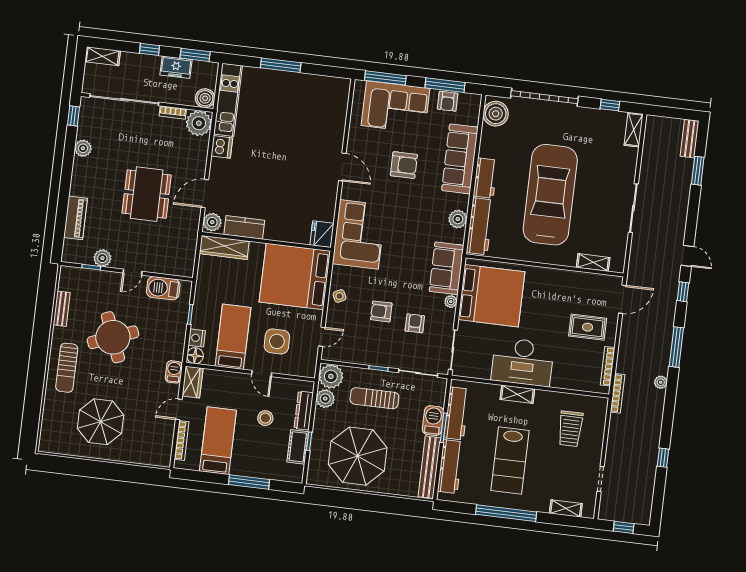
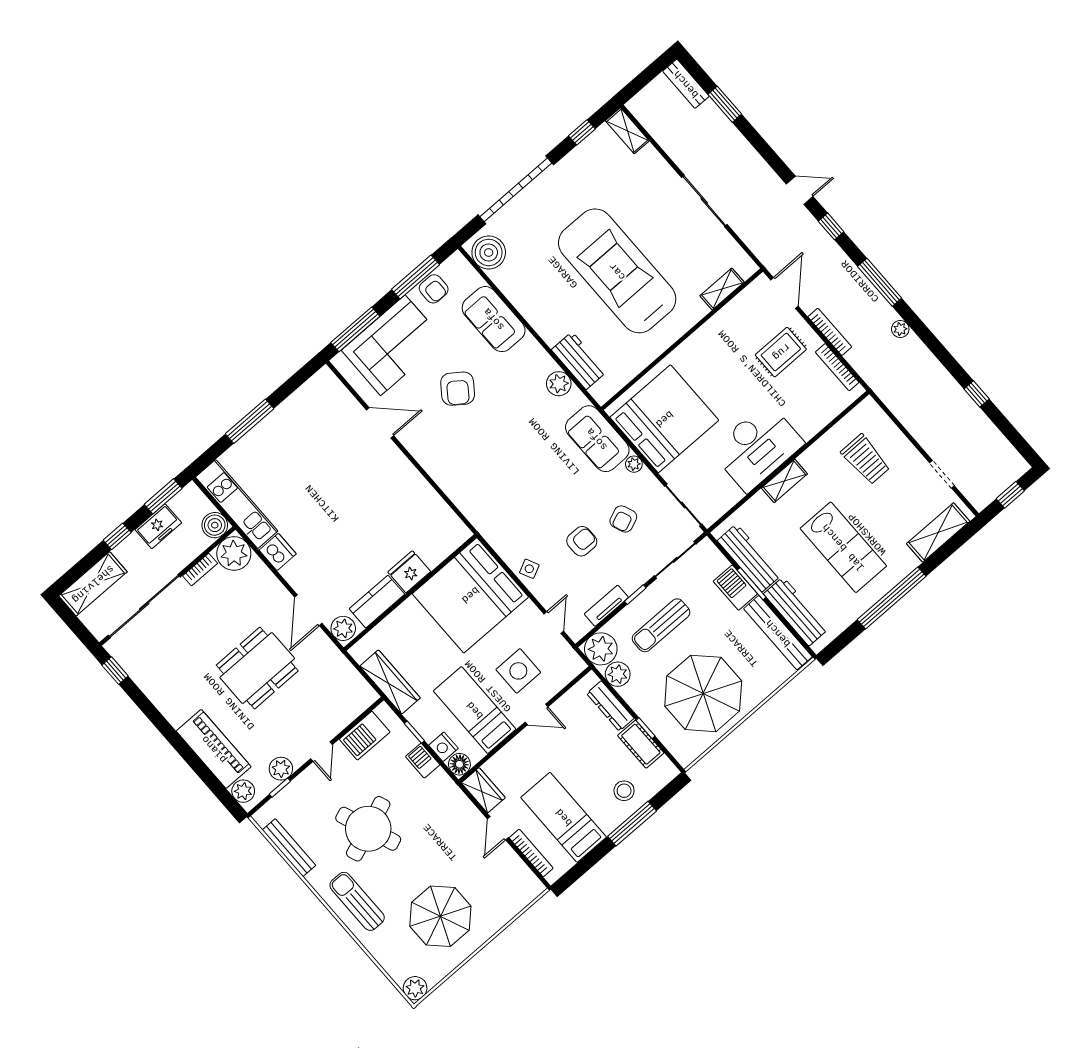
shelving: (103, 56) -> (93, 584), width x1.50, depth x1.33
plant: (83, 148) -> (243, 791), moved
sofa: (460, 159) -> (494, 319), width x0.73
armchair: (404, 165) -> (458, 389), turned 126
door: (342, 167) -> (380, 423), moved
workbench: (485, 178) -> (543, 320), removed
dining table: (147, 194) -> (257, 668), turned 90
piano: (76, 218) -> (214, 749), width x1.37, depth x1.33
workbench: (480, 226) -> (579, 361), width x0.73
fridge: (322, 234) -> (409, 572), moved, turned 90
corner sofa: (359, 234) -> (486, 495), removed
wardrobe: (224, 247) -> (390, 682), moved, turned -90
bench: (62, 309) -> (289, 848), width x1.36
armchair: (381, 311) -> (582, 541), turned 180
armchair: (415, 323) -> (623, 519), turned -112
tv unit: (358, 358) -> (606, 606), added
sun lounger: (67, 368) -> (357, 901), turned 180
barbecue: (174, 372) -> (423, 761), moved
bookcase: (618, 393) -> (830, 332), moved
stool: (265, 418) -> (624, 791), moved
plant: (48, 444) -> (415, 988), added
shelving: (566, 508) -> (938, 532), width x1.50, depth x1.33

